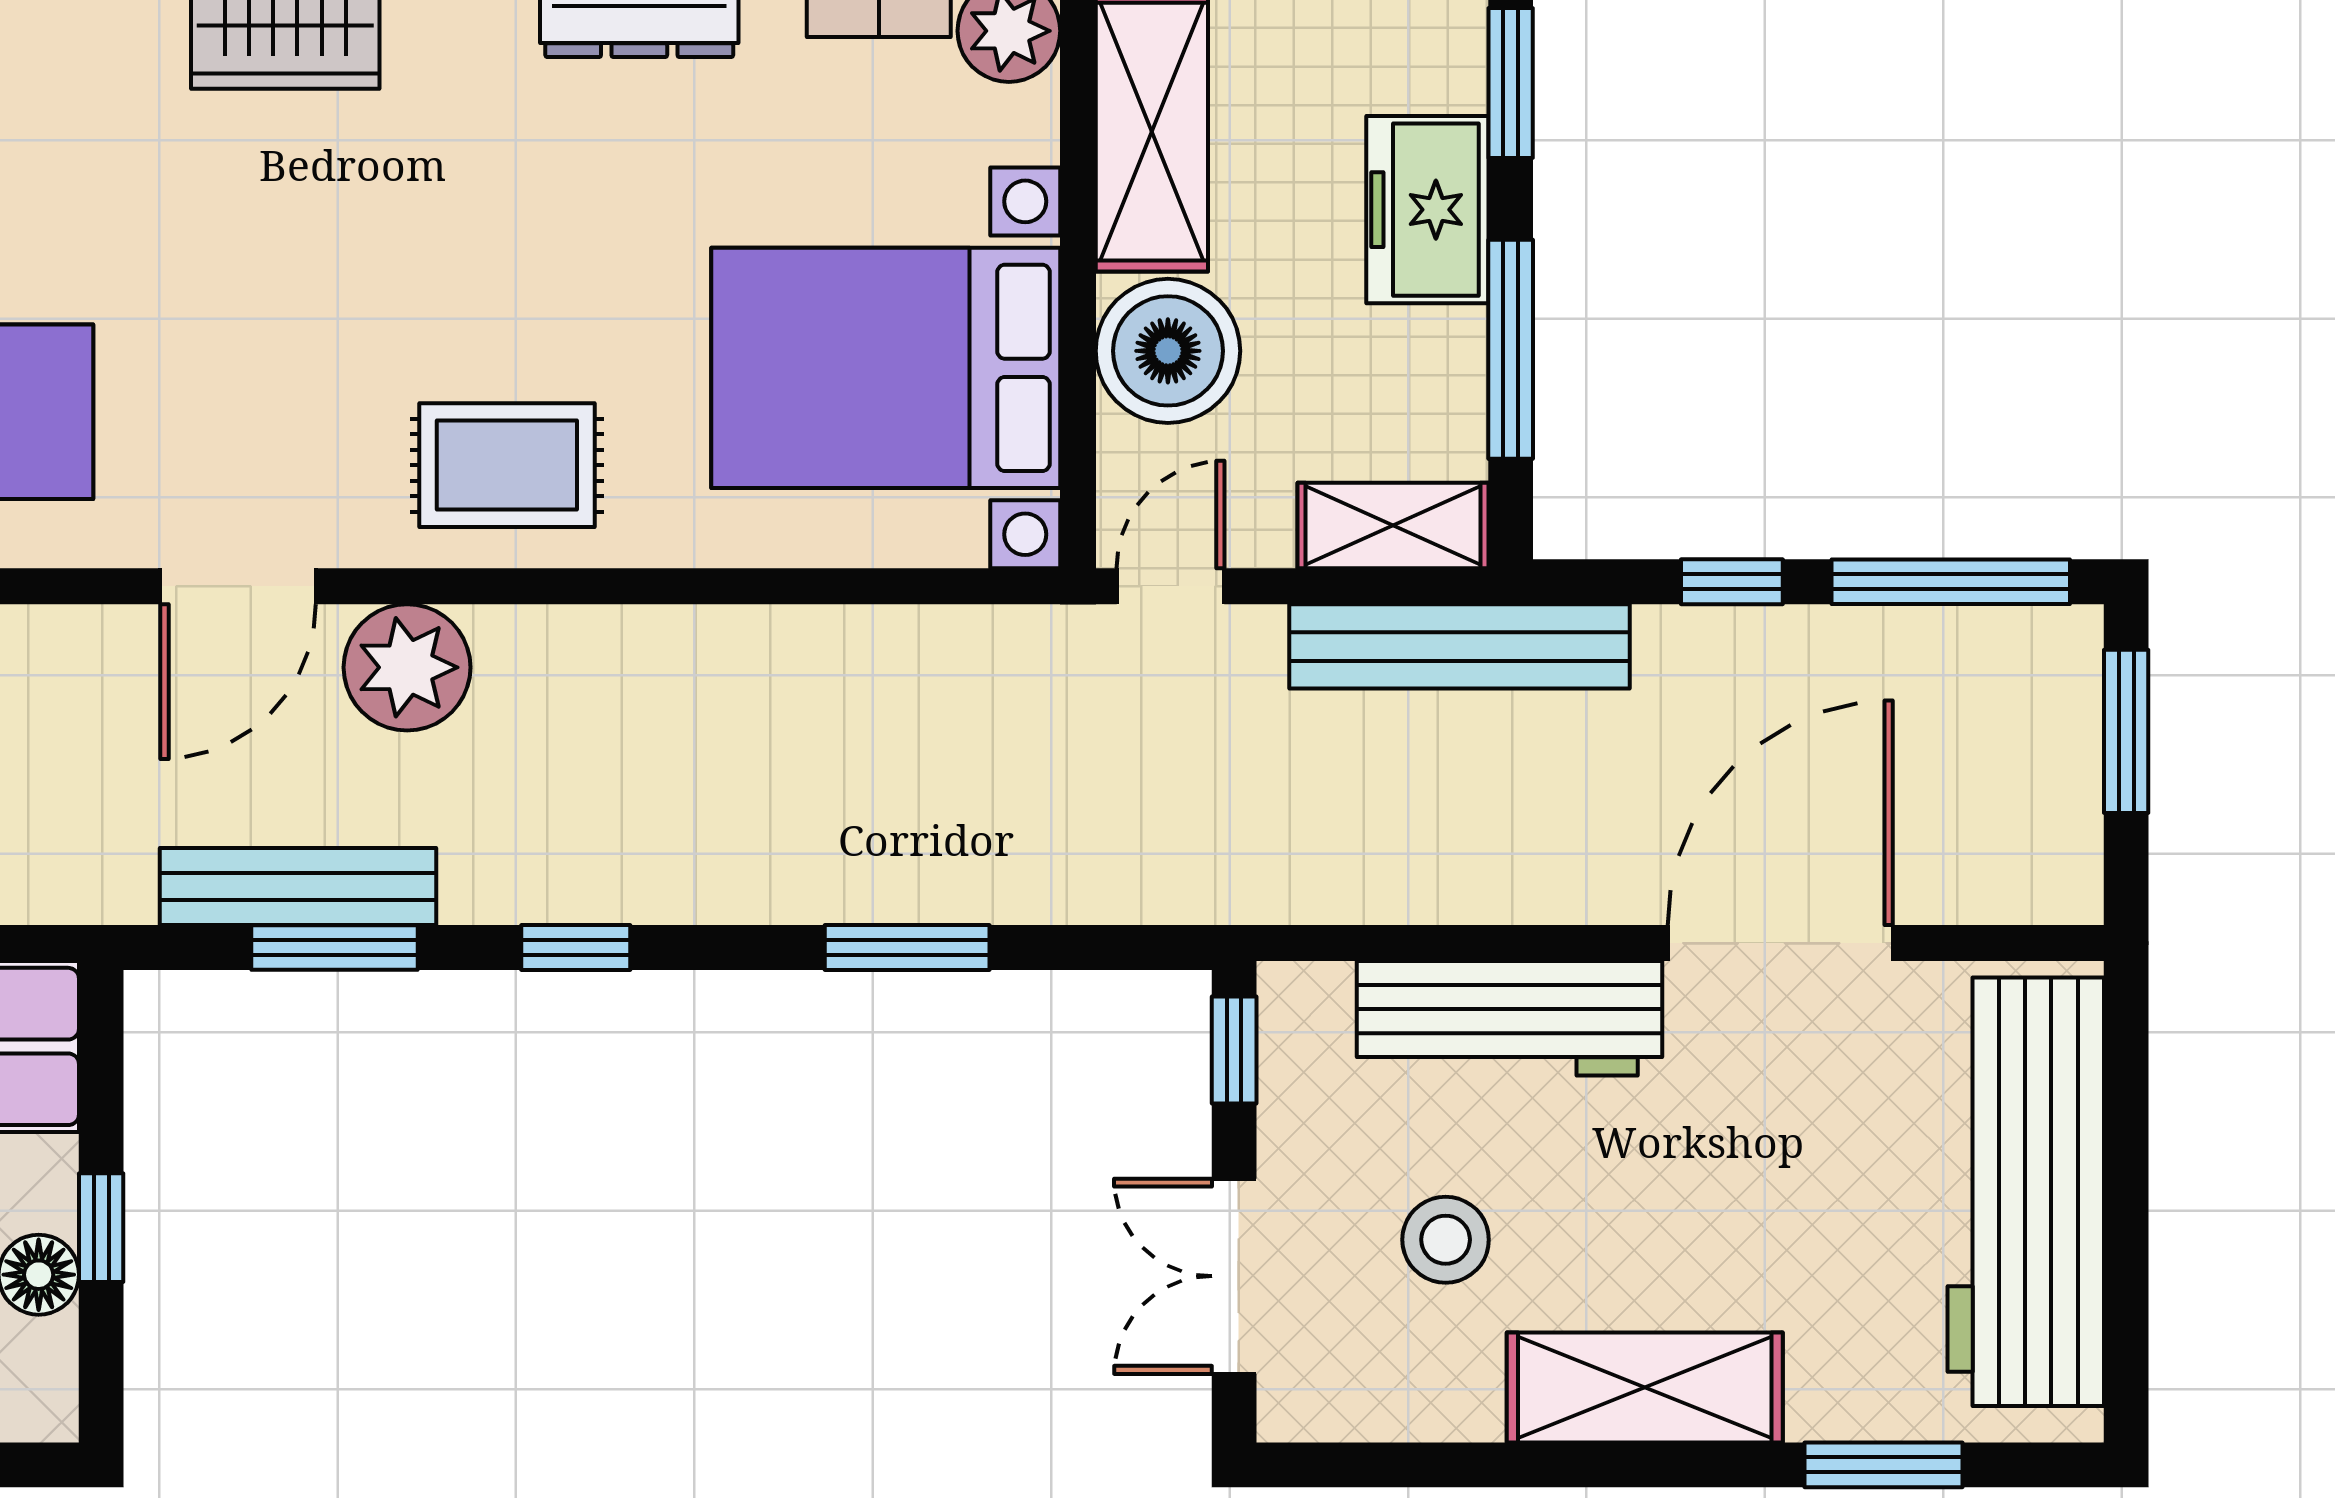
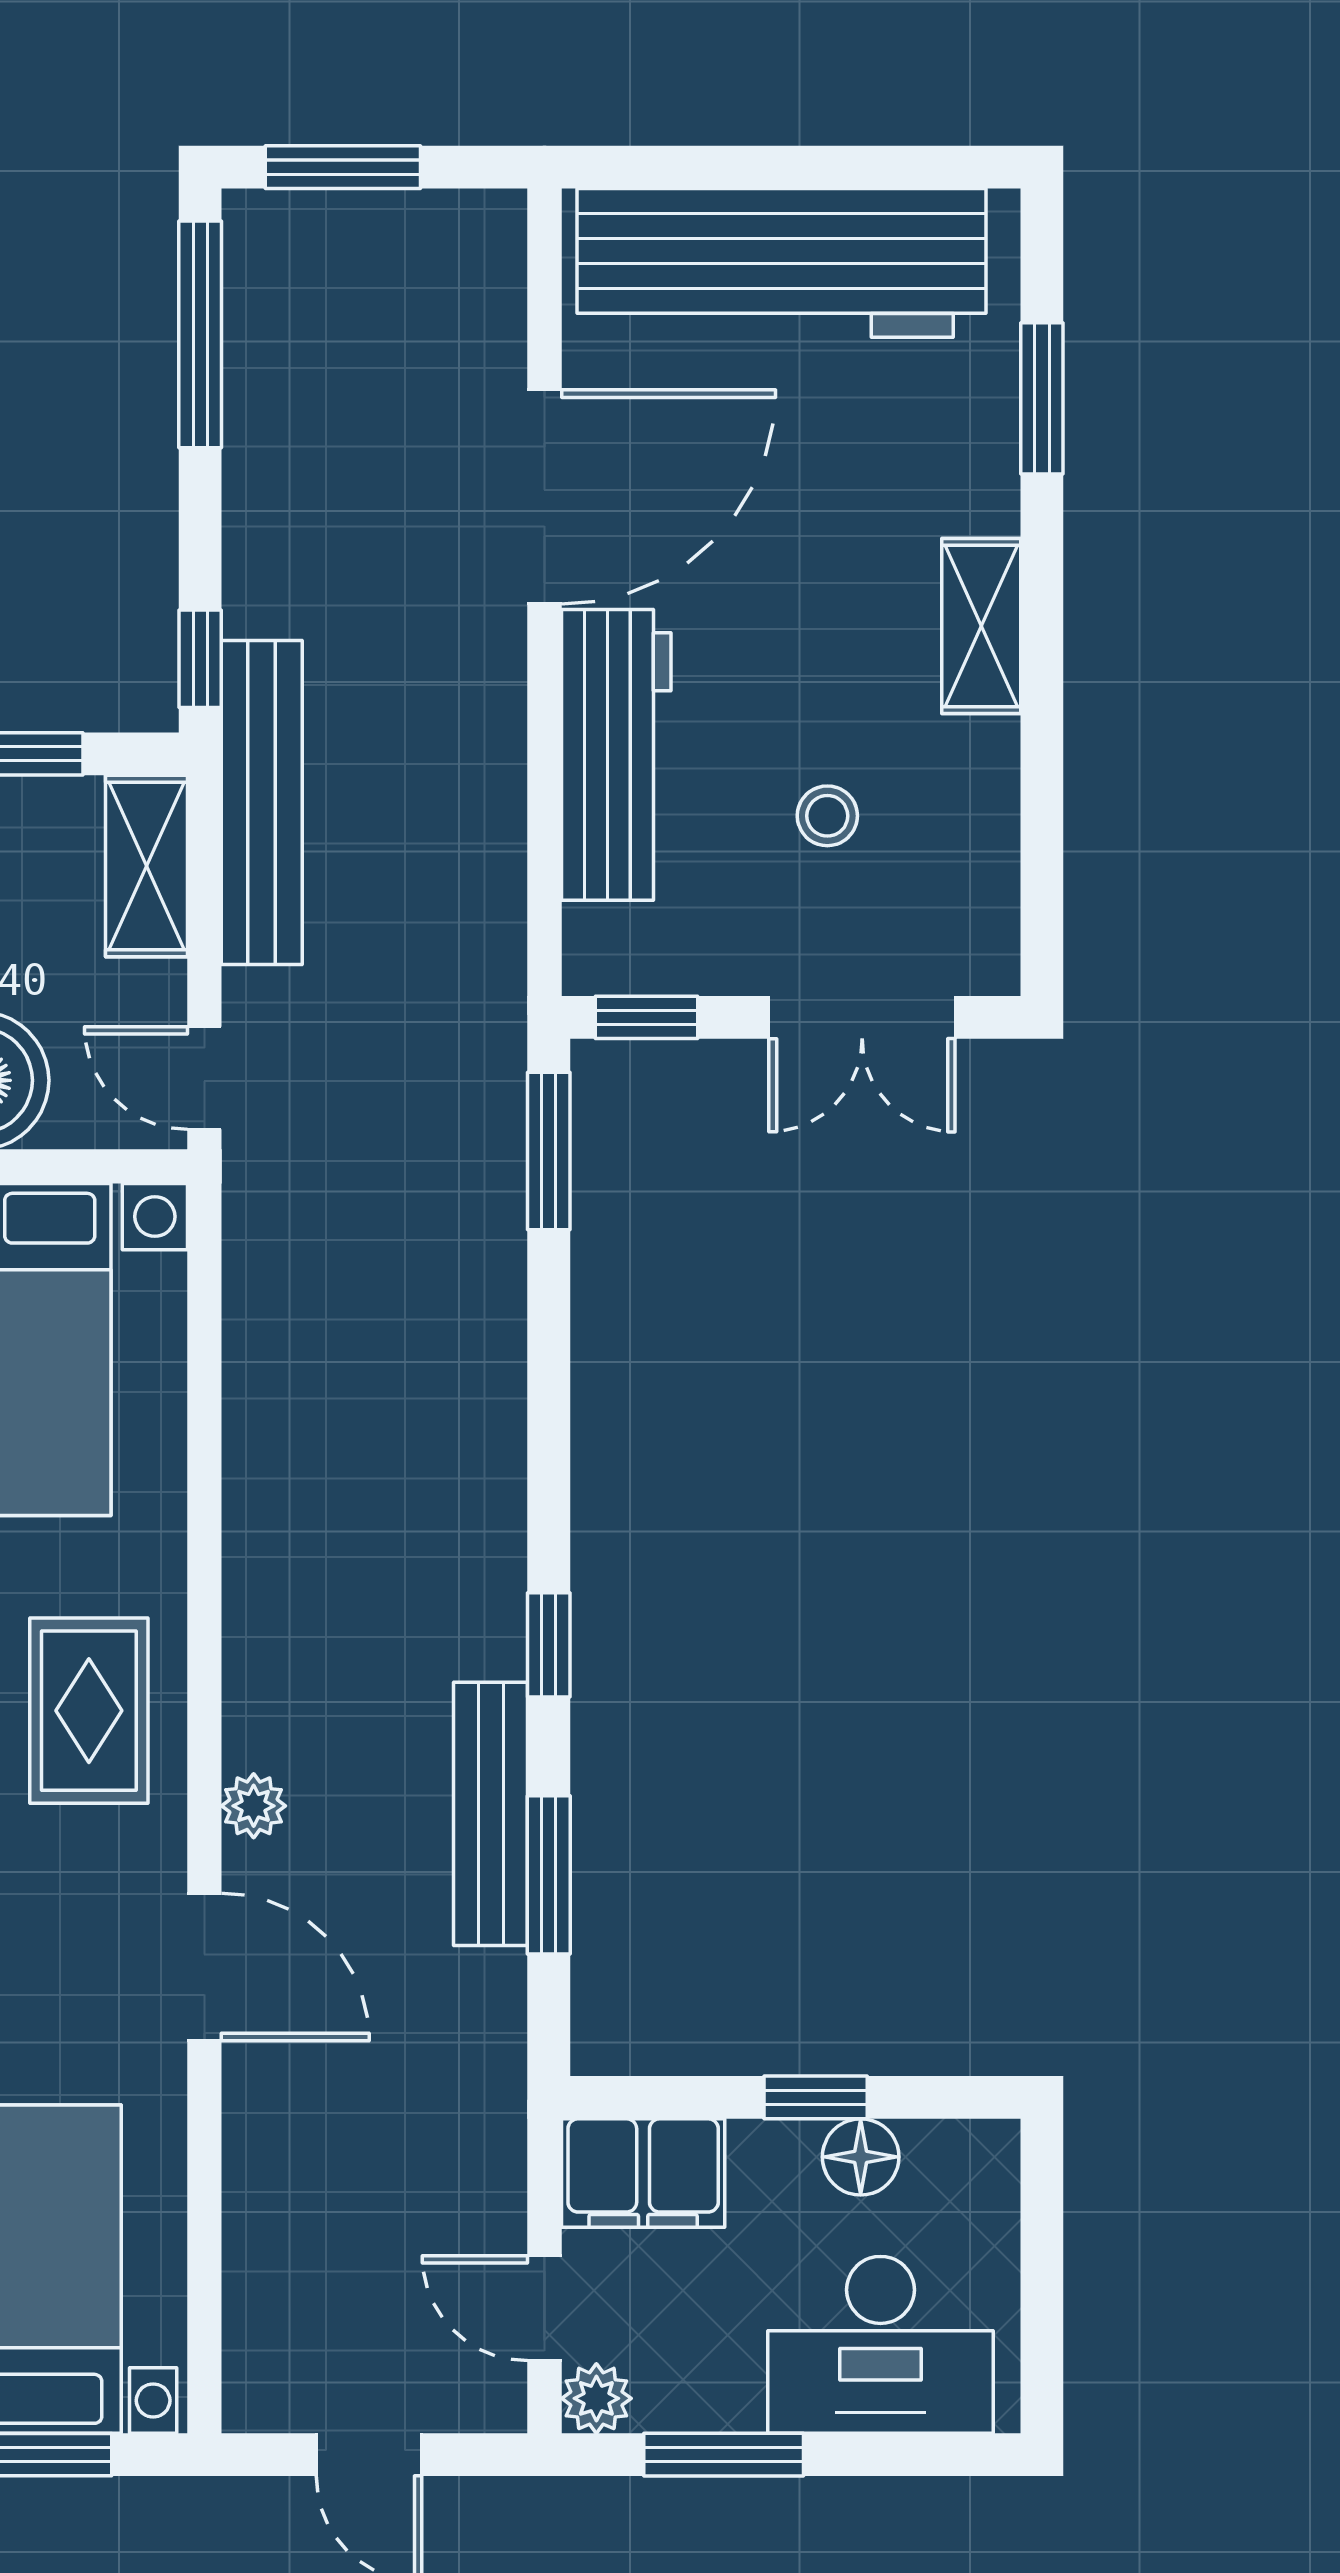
window: (1732, 582) -> (200, 659), moved
plant: (407, 667) -> (254, 1806), width x0.53, depth x0.53
bench: (298, 887) -> (491, 1814), moved
door: (1780, 943) -> (544, 497), swing flipped
window: (907, 948) -> (549, 1151), moved
stool: (1446, 1240) -> (827, 816), width x0.73, depth x0.73
shelving: (1645, 1388) -> (981, 626), width x0.67, depth x0.75

